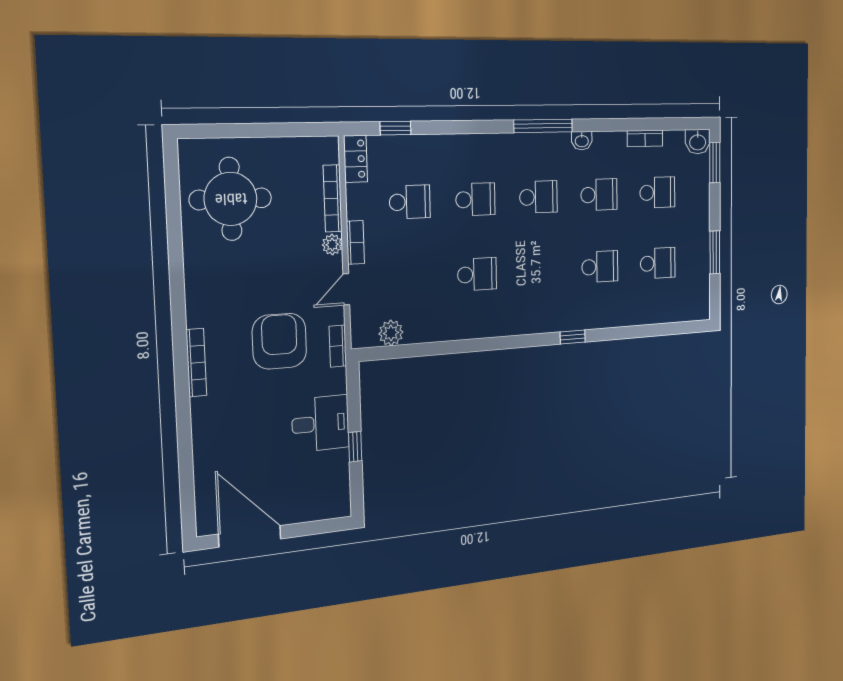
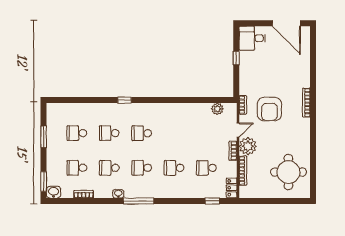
plant: (332, 245) -> (248, 146), width x1.88, depth x1.88
school desk: (477, 274) -> (142, 133), moved
desk: (320, 424) -> (252, 38), moved

